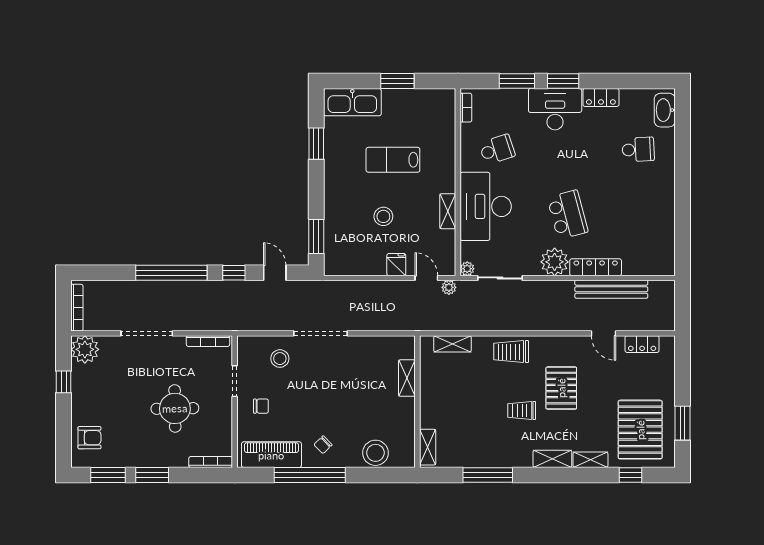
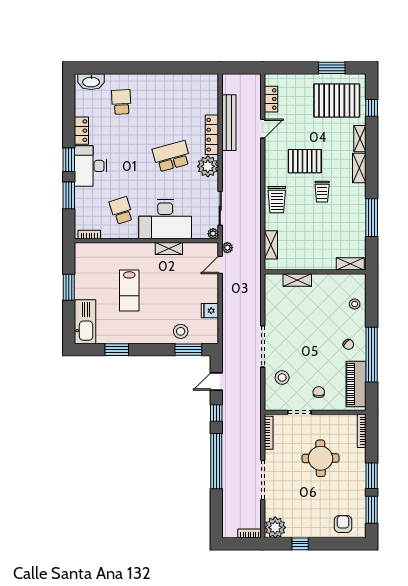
stool: (383, 216) -> (181, 331), moved
fridge: (396, 265) -> (210, 311), moved
bookcase: (77, 308) -> (249, 534), width x0.64
stool: (375, 453) -> (355, 304), width x0.53, depth x0.53

